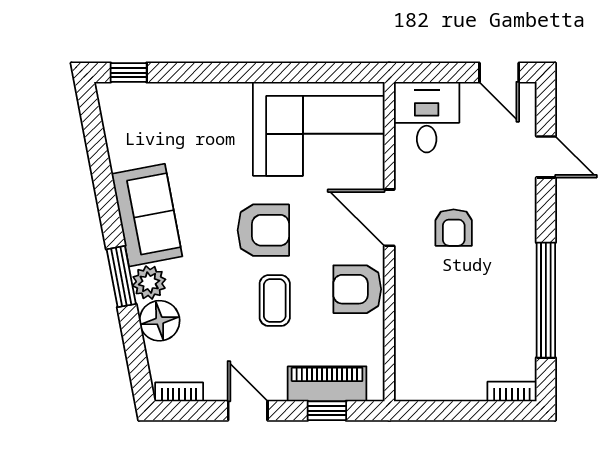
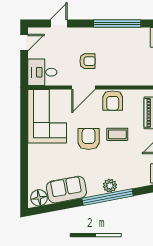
window: (129, 73) -> (24, 194), removed
sofa: (147, 215) -> (66, 190), moved
window: (121, 277) -> (108, 197), width x2.11
floor lamp: (160, 321) -> (39, 198), moved

